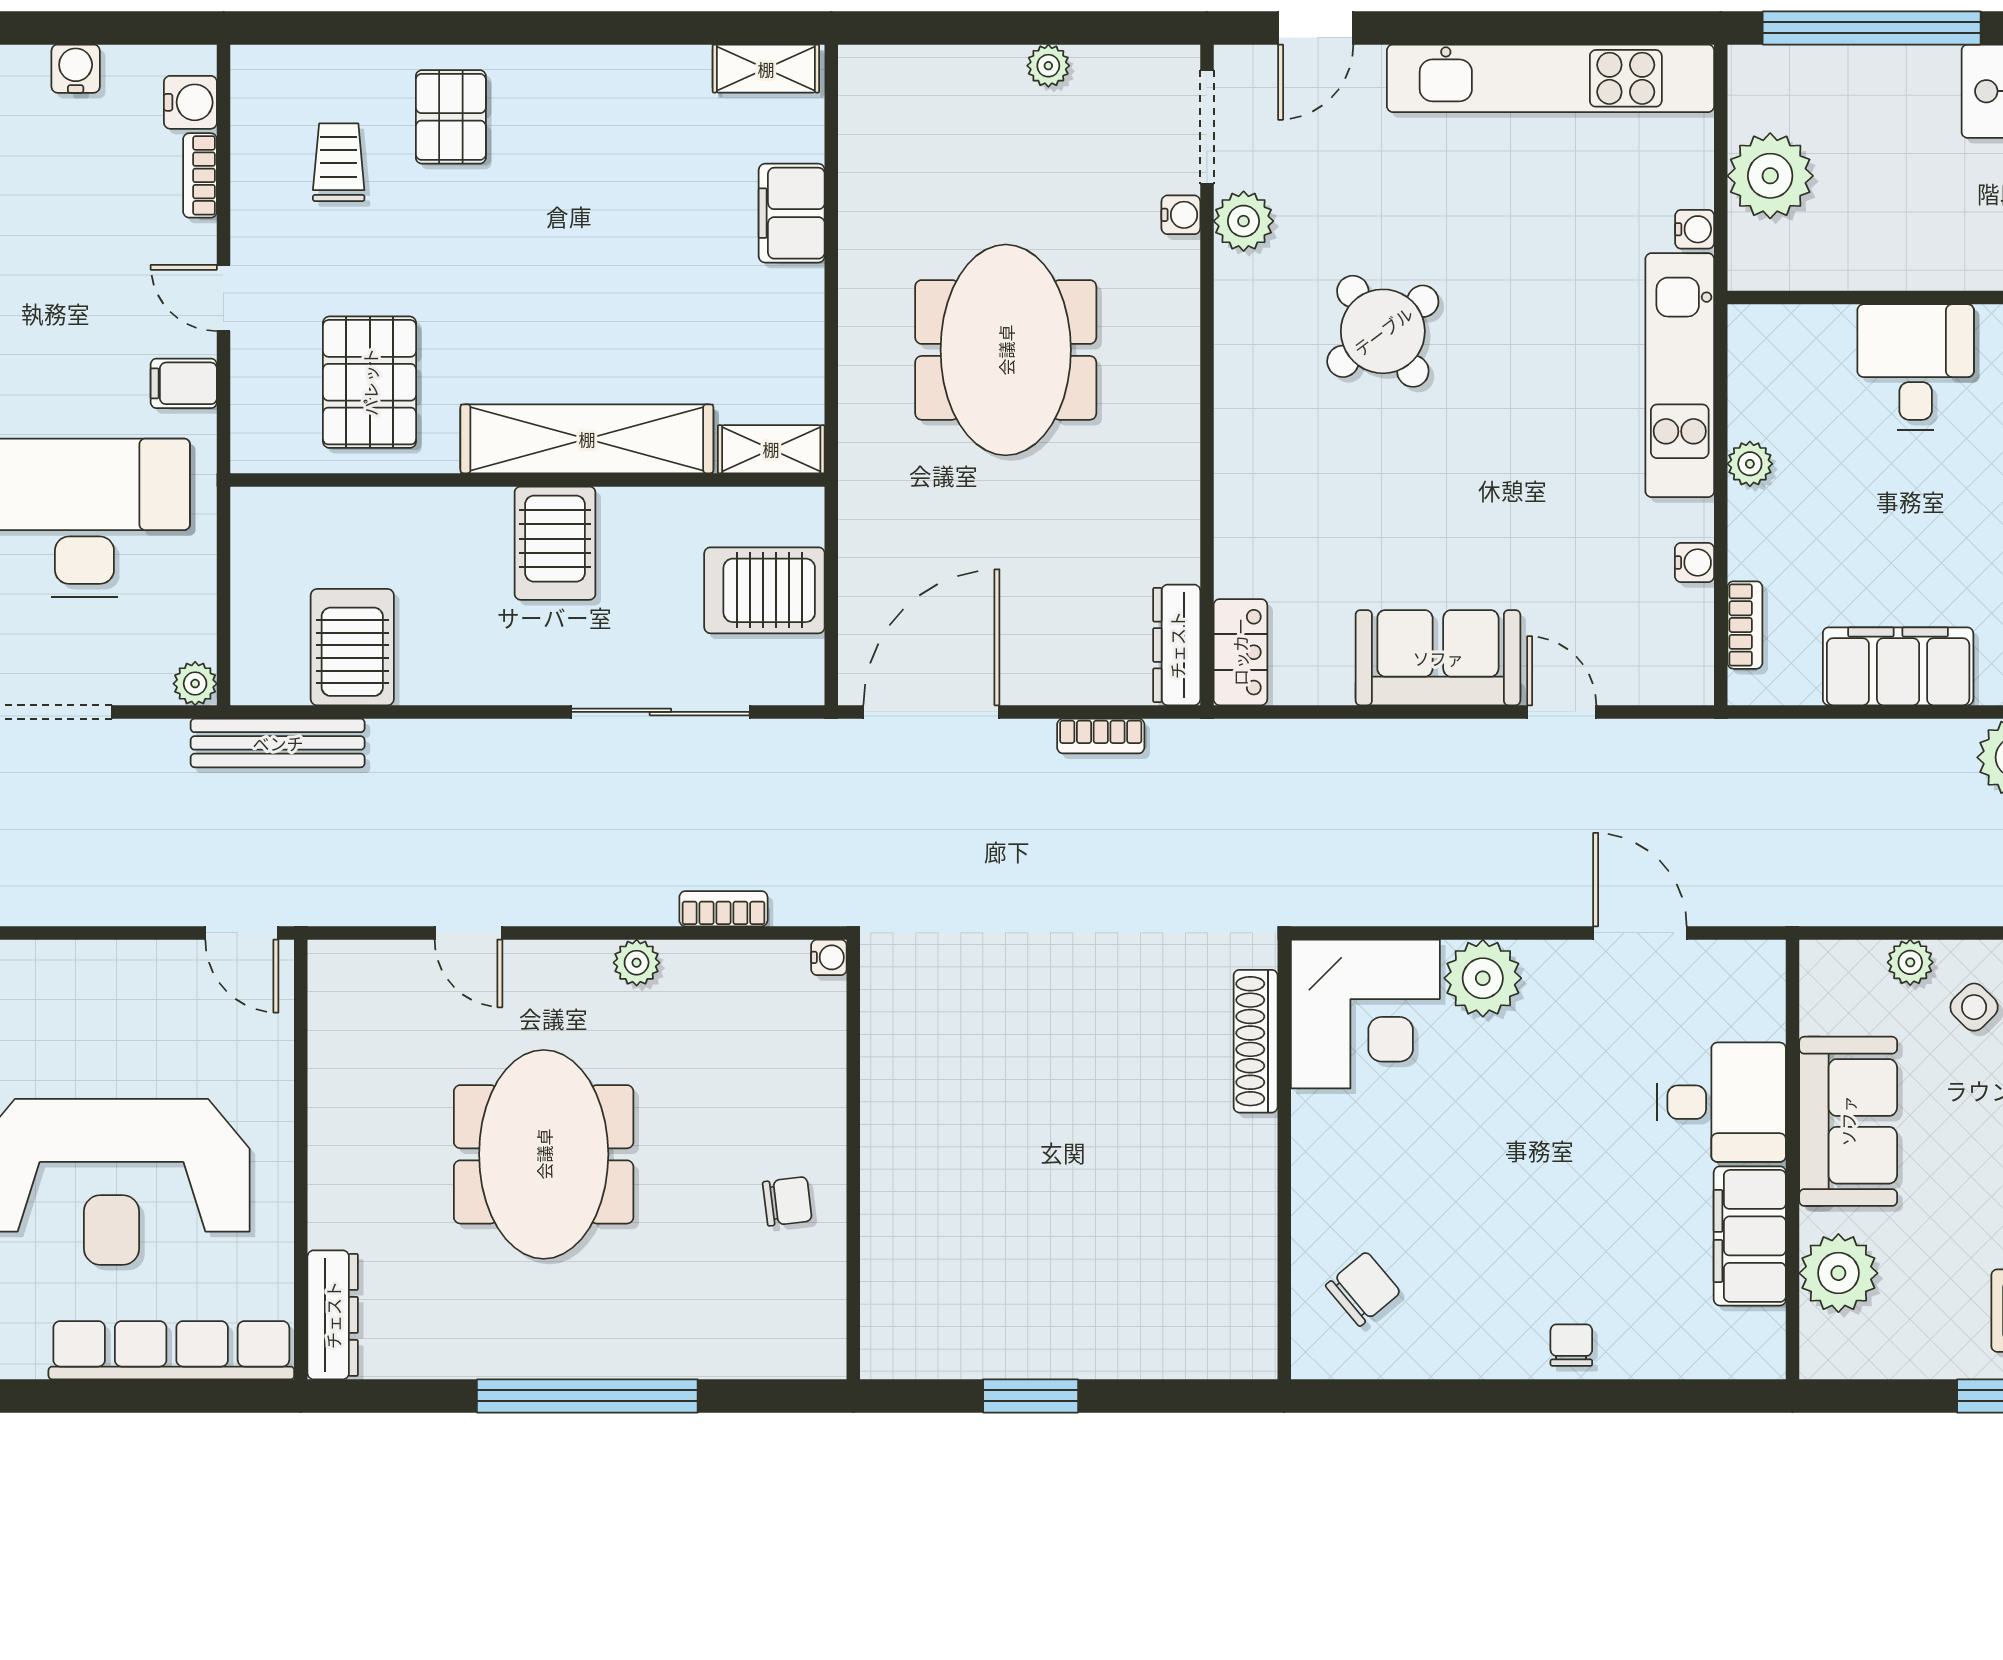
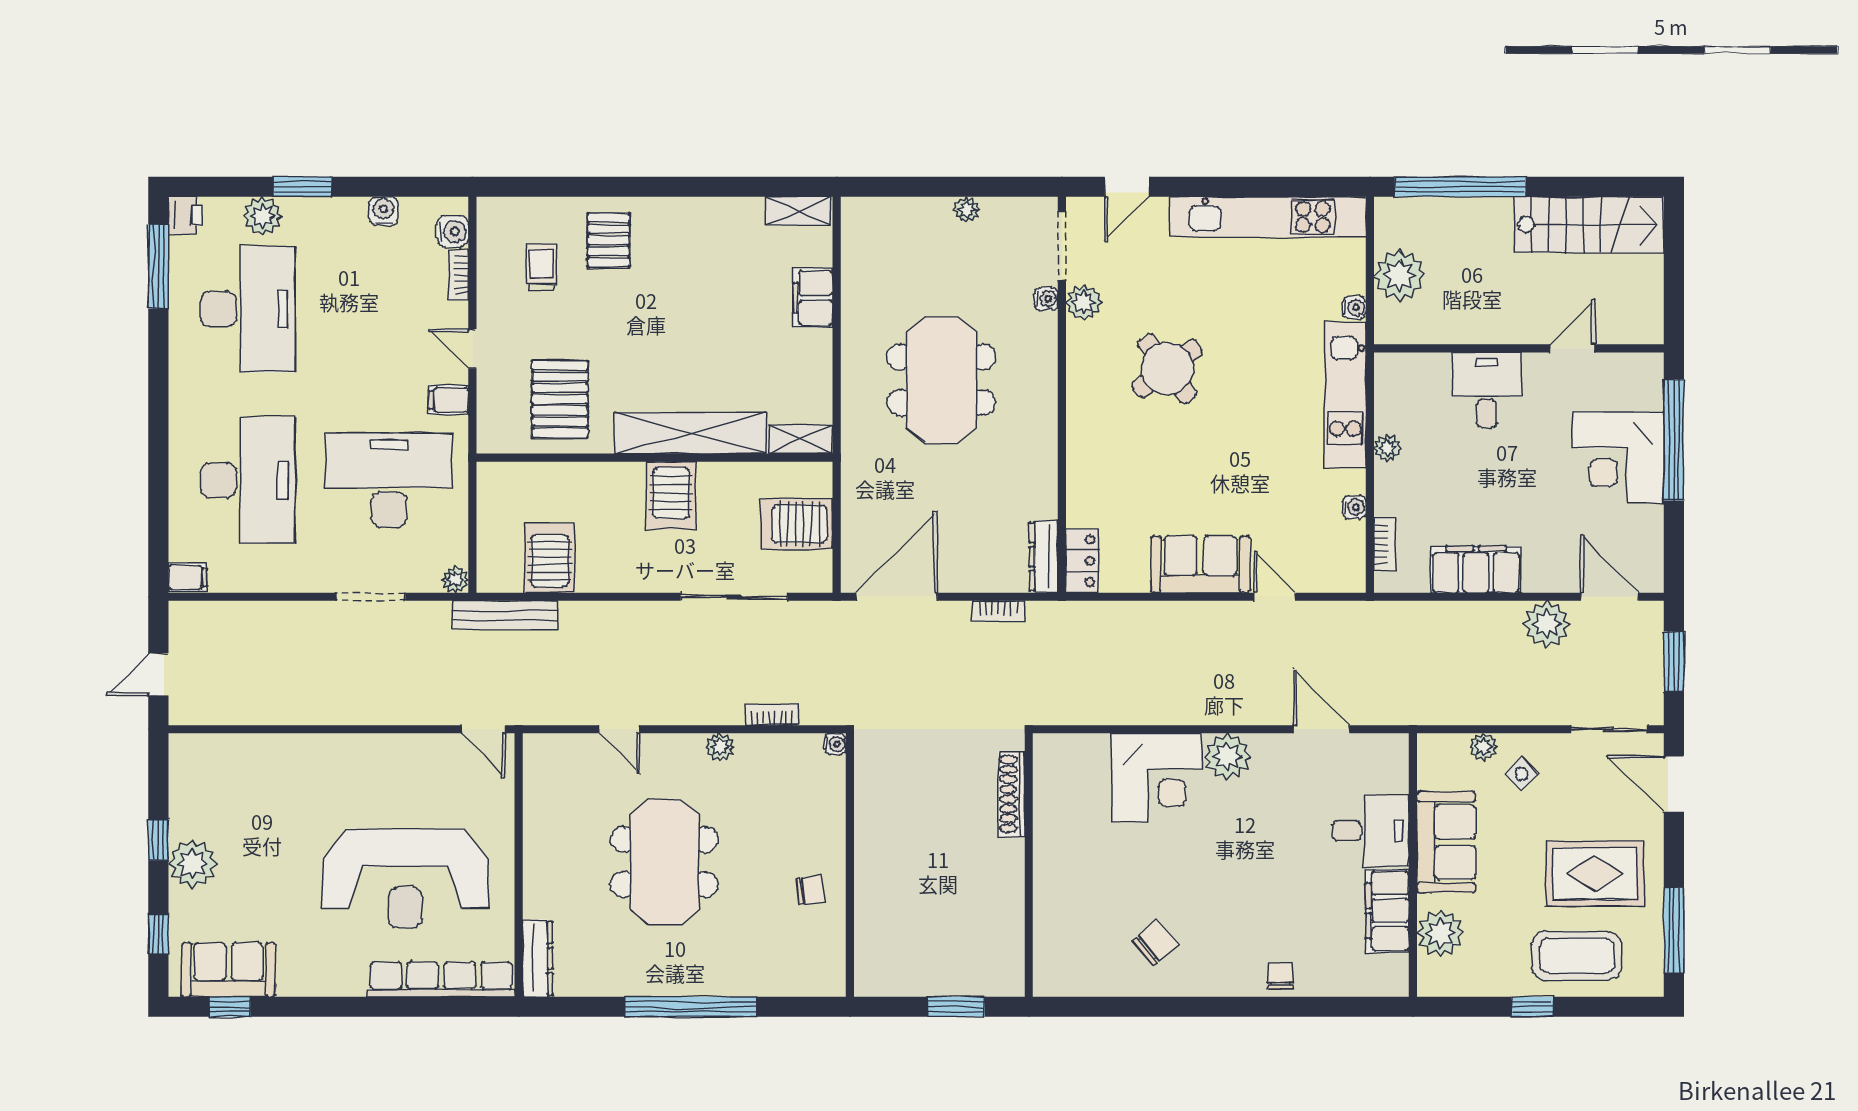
shoe rack: (1256, 1041) -> (1012, 794), moved
wall: (1284, 1159) -> (1029, 865), moved

